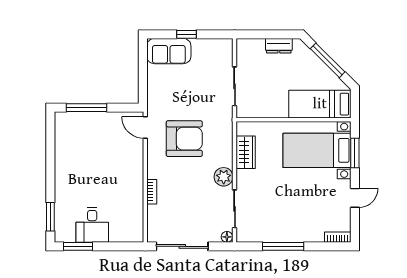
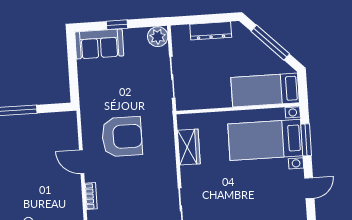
dresser: (279, 46) -> (211, 31), width x1.44
door: (145, 127) -> (82, 162), moved
plant: (224, 177) -> (158, 37), moved

